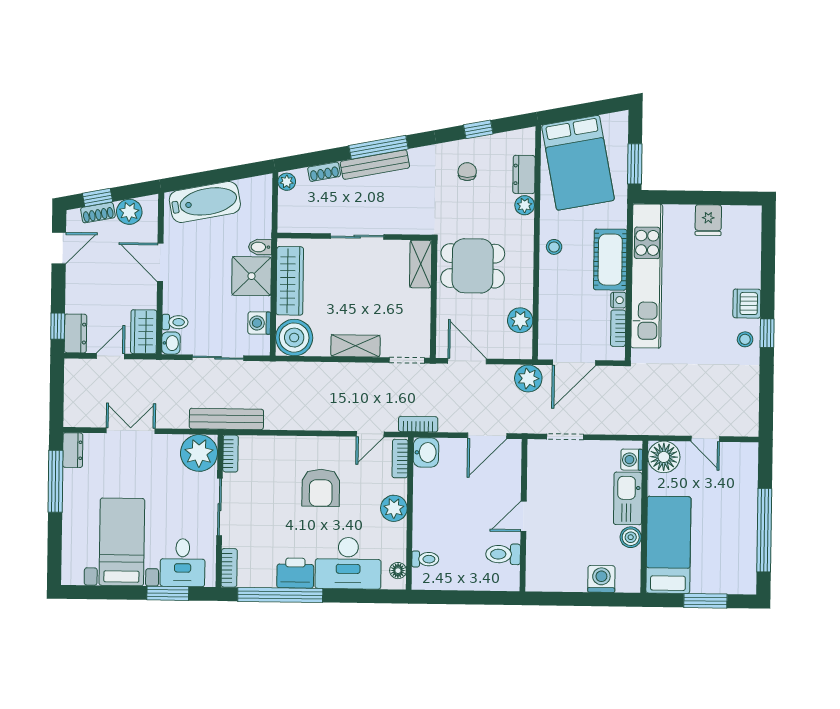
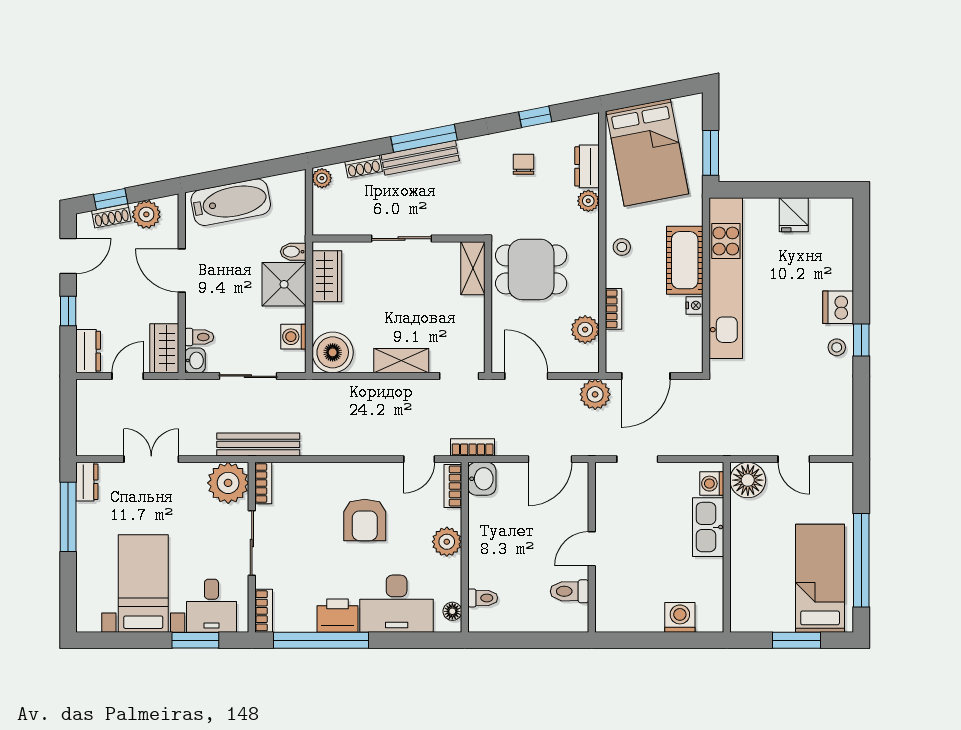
wardrobe: (290, 281) -> (327, 276), width x0.67
window: (58, 326) -> (68, 311), moved
bookcase: (618, 328) -> (614, 309), moved, turned 180
boiler: (631, 537) -> (712, 570), removed
bed: (668, 545) -> (820, 578), moved

